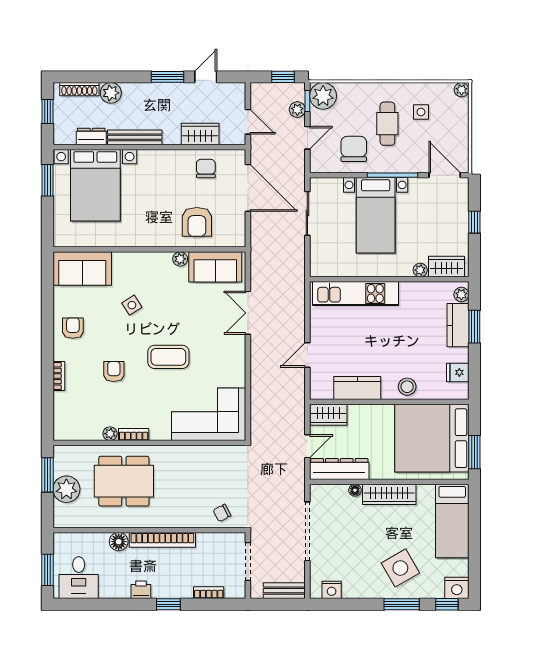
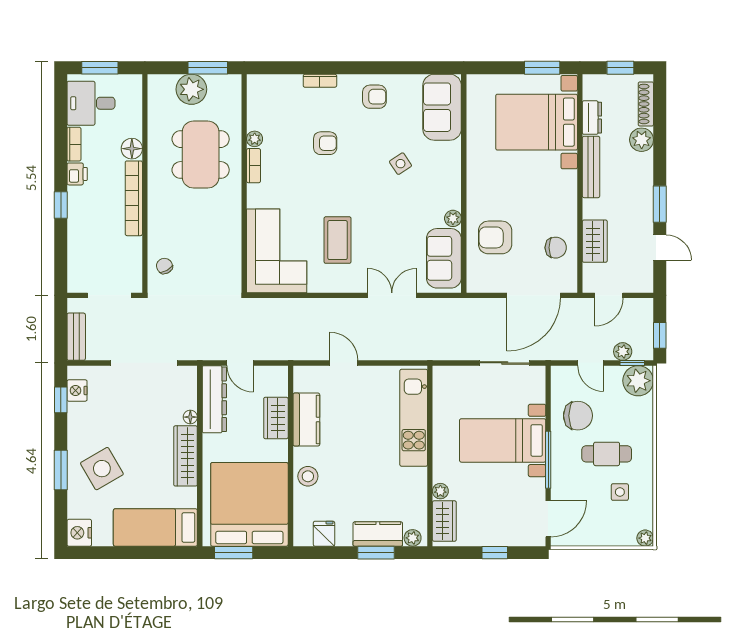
coffee table: (168, 357) -> (338, 240), moved
wardrobe: (328, 415) -> (276, 418), moved
bookcase: (209, 593) -> (74, 144), moved
window: (447, 604) -> (61, 400), moved

